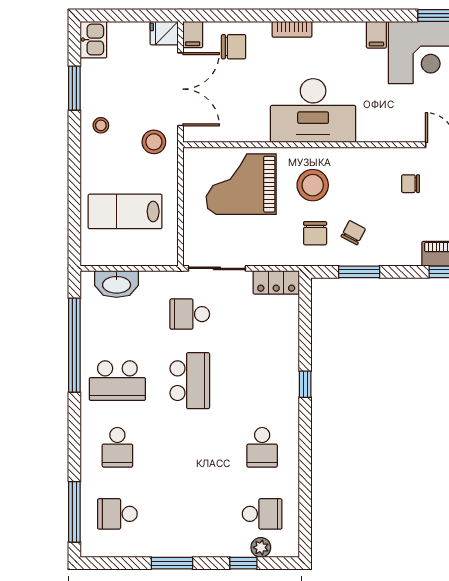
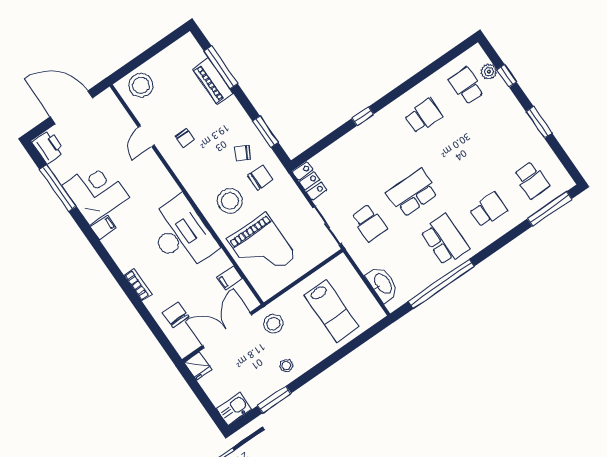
filing cabinet: (193, 35) -> (230, 278), moved, turned 180

